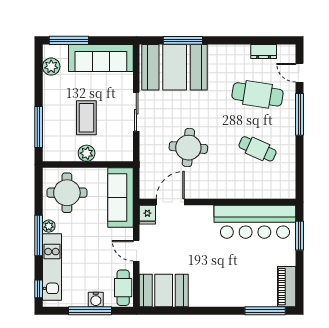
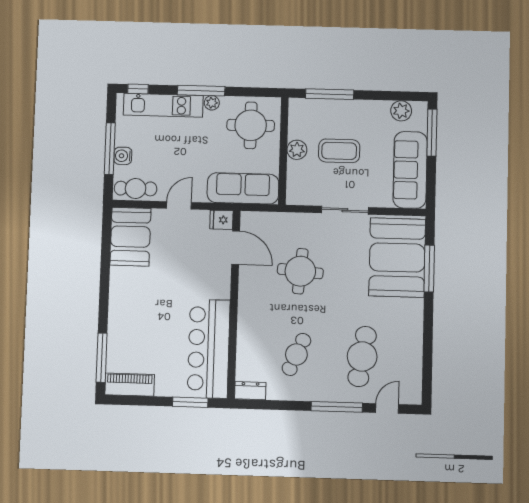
dresser: (264, 51) -> (250, 391), moved, turned 90

